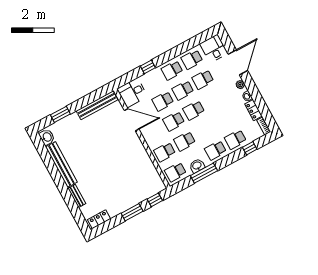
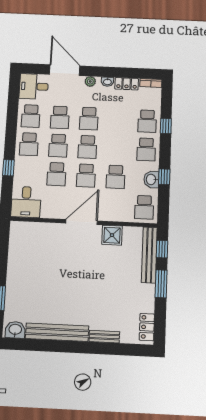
bench: (97, 105) -> (149, 255), moved
door: (132, 120) -> (82, 222), moved
window: (250, 148) -> (166, 126), moved
school desk: (165, 152) -> (89, 119), moved
shower: (144, 162) -> (112, 235), added
window: (204, 173) -> (164, 177), width x0.46

